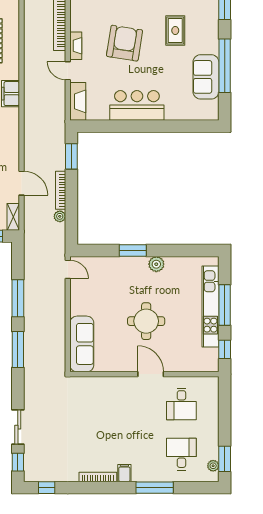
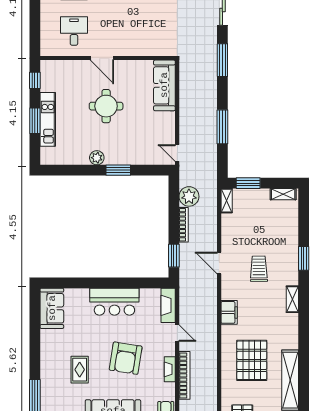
fireplace: (76, 46) -> (170, 369), moved
window: (225, 66) -> (35, 338), removed
sofa: (206, 77) -> (52, 308), moved
door: (21, 183) -> (219, 263), moved
plant: (60, 216) -> (189, 196), width x1.87, depth x1.87
window: (225, 305) -> (35, 121), width x0.69
kitchen unit: (210, 306) -> (48, 119), width x0.73
window: (18, 349) -> (222, 60), moved

